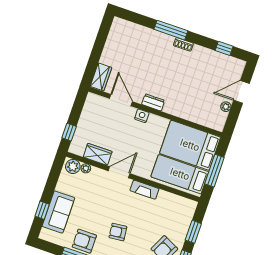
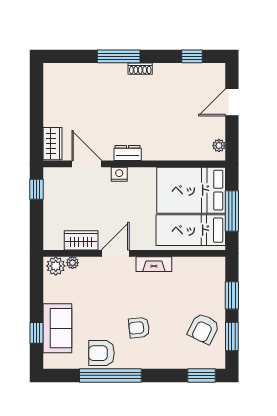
plant: (226, 107) -> (219, 146), moved
window: (69, 132) -> (36, 189), moved

